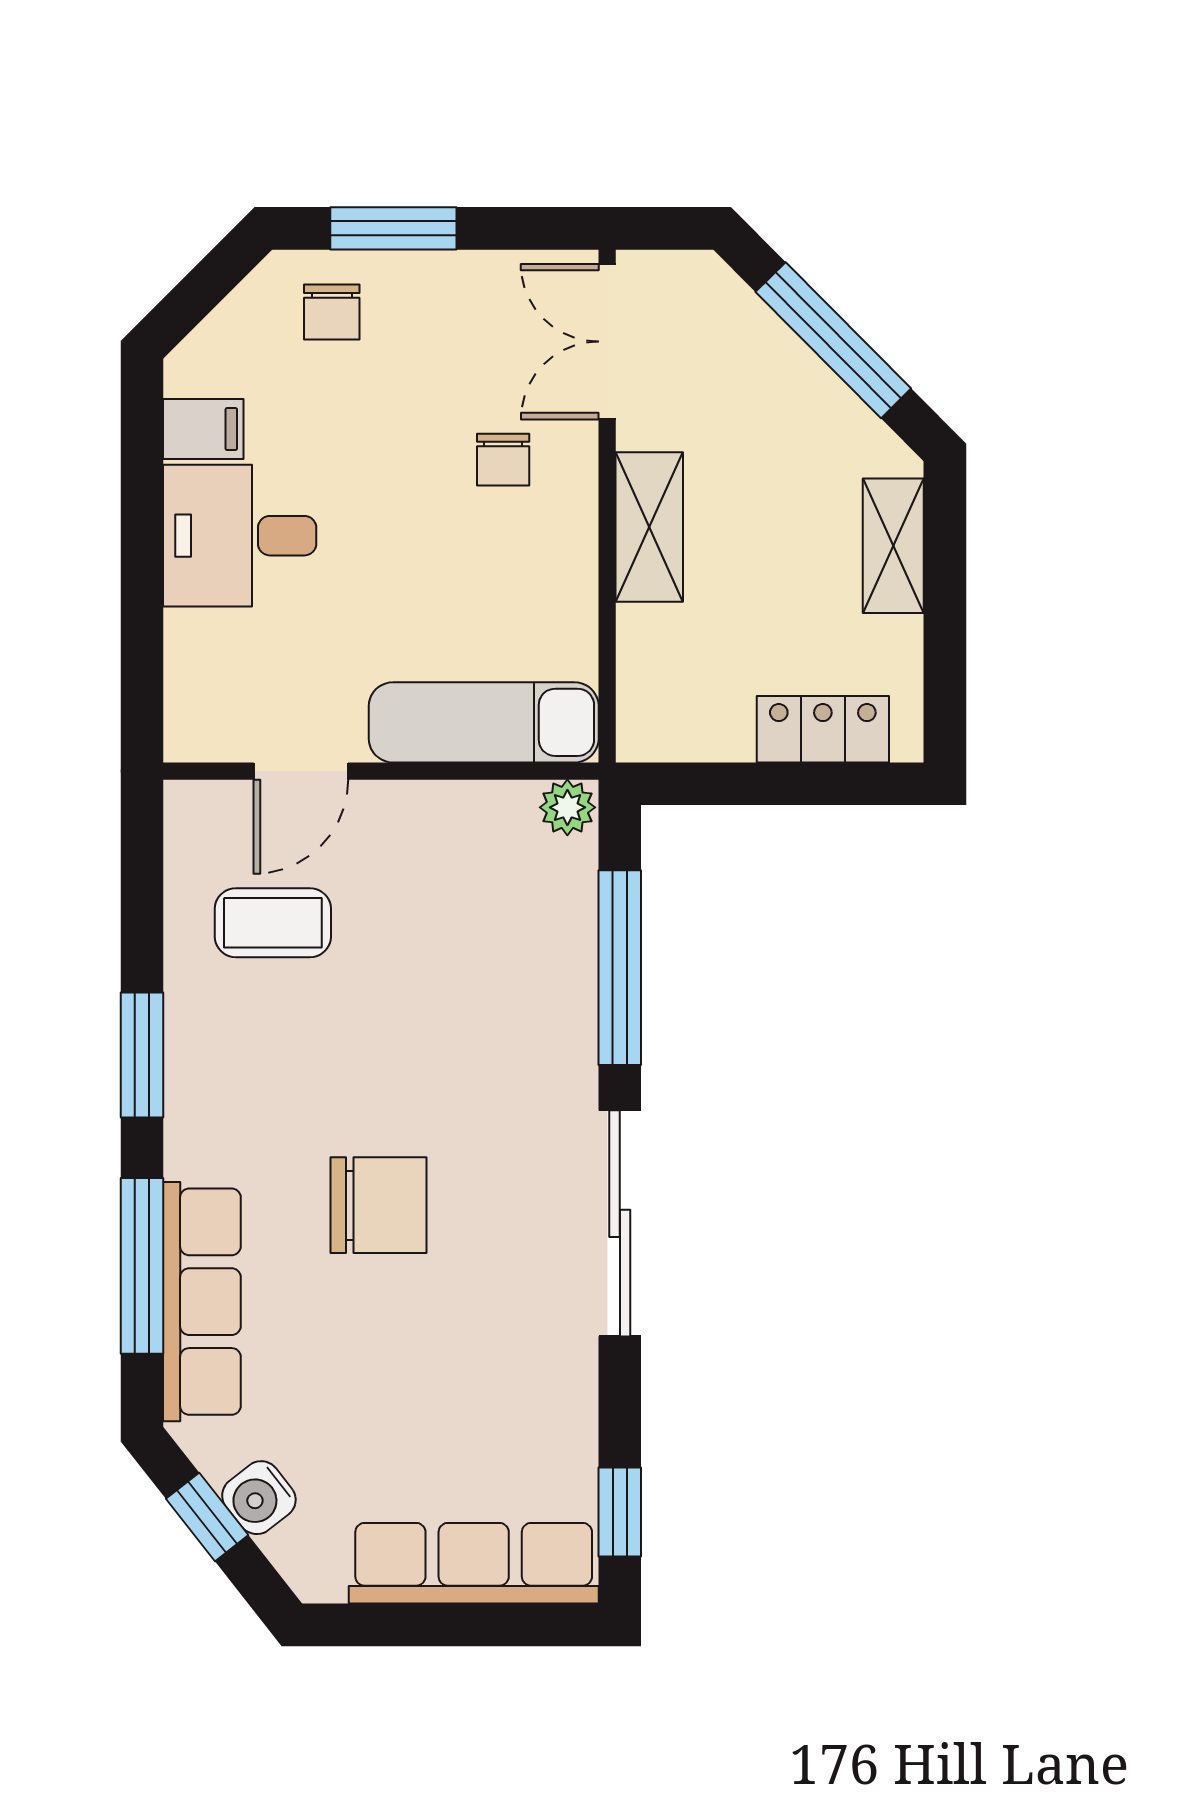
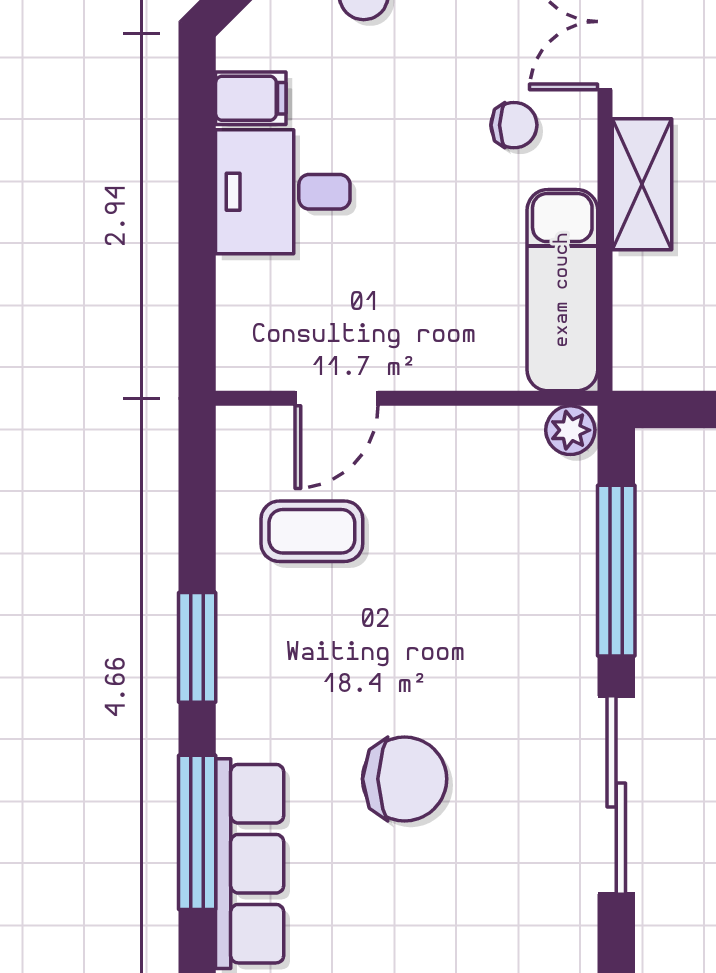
chair: (503, 460) -> (514, 125), turned -90
exam couch: (484, 722) -> (562, 290), moved, turned -90

